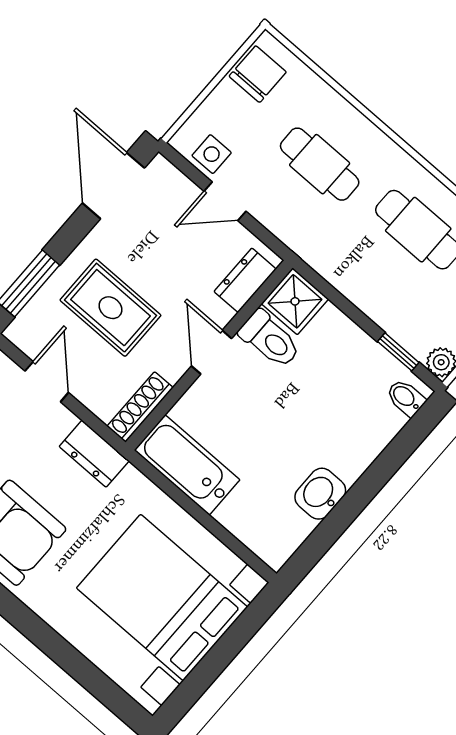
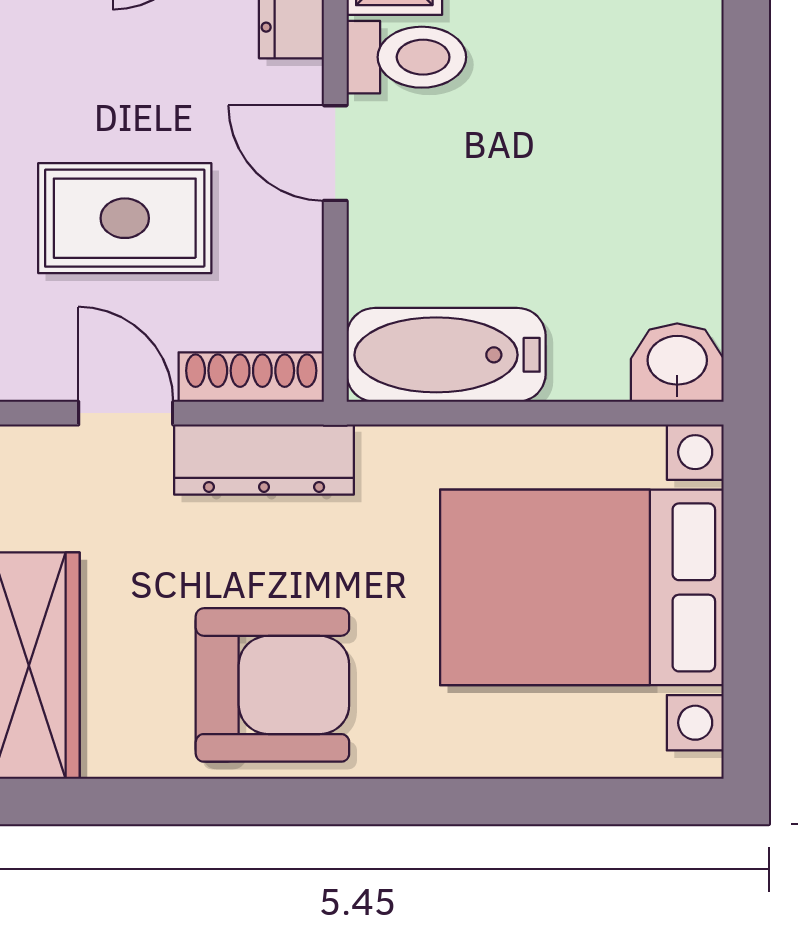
shoe rack: (140, 407) -> (251, 377), moved, turned 90
dresser: (94, 454) -> (264, 460), width x1.44
washbasin: (320, 494) -> (677, 363), moved, turned 90

